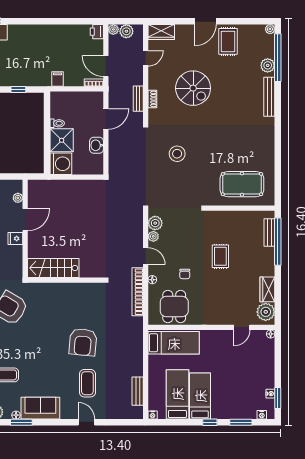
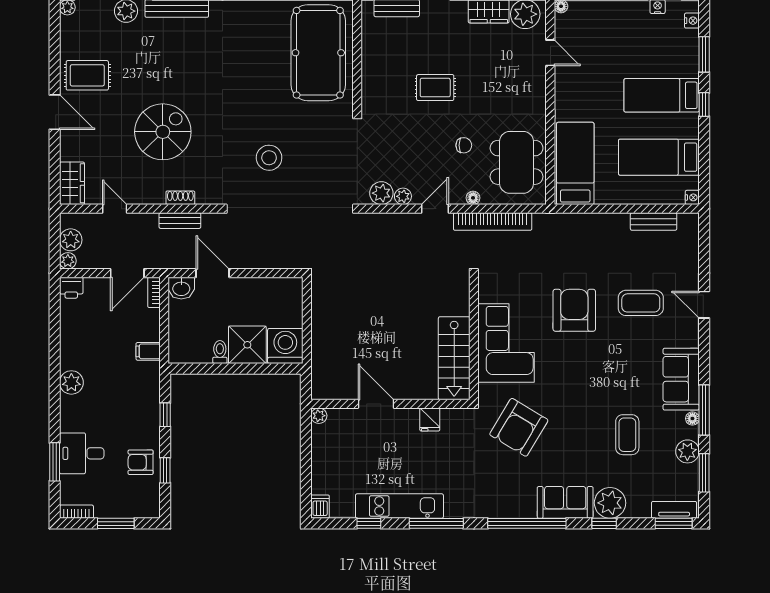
plant: (38, 32) -> (71, 382), added
washbasin: (97, 145) -> (181, 288), moved
pool table: (242, 184) -> (318, 53), width x1.36, depth x1.32
plant: (18, 198) -> (319, 416), moved
fridge: (15, 238) -> (430, 420), moved
corner sofa: (63, 300) -> (506, 343), added
dining table: (174, 307) -> (517, 162), width x1.38
armchair: (83, 342) -> (574, 310), turned -95
bed: (200, 396) -> (662, 95), moved
window: (21, 422) -> (704, 410), width x1.44
door: (86, 422) -> (704, 305), hinge flipped

